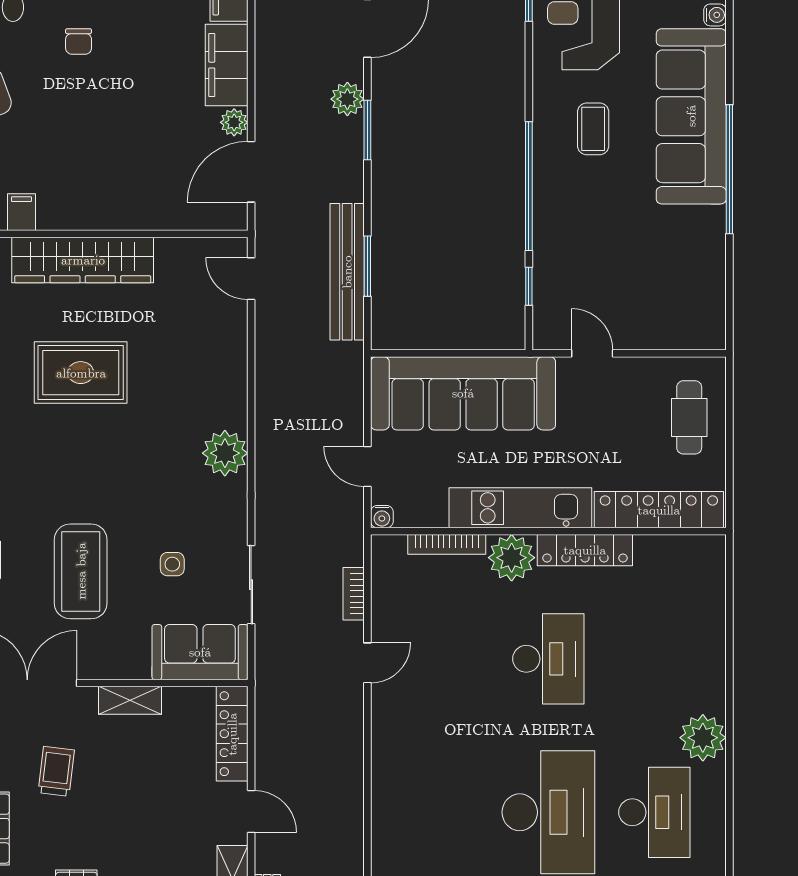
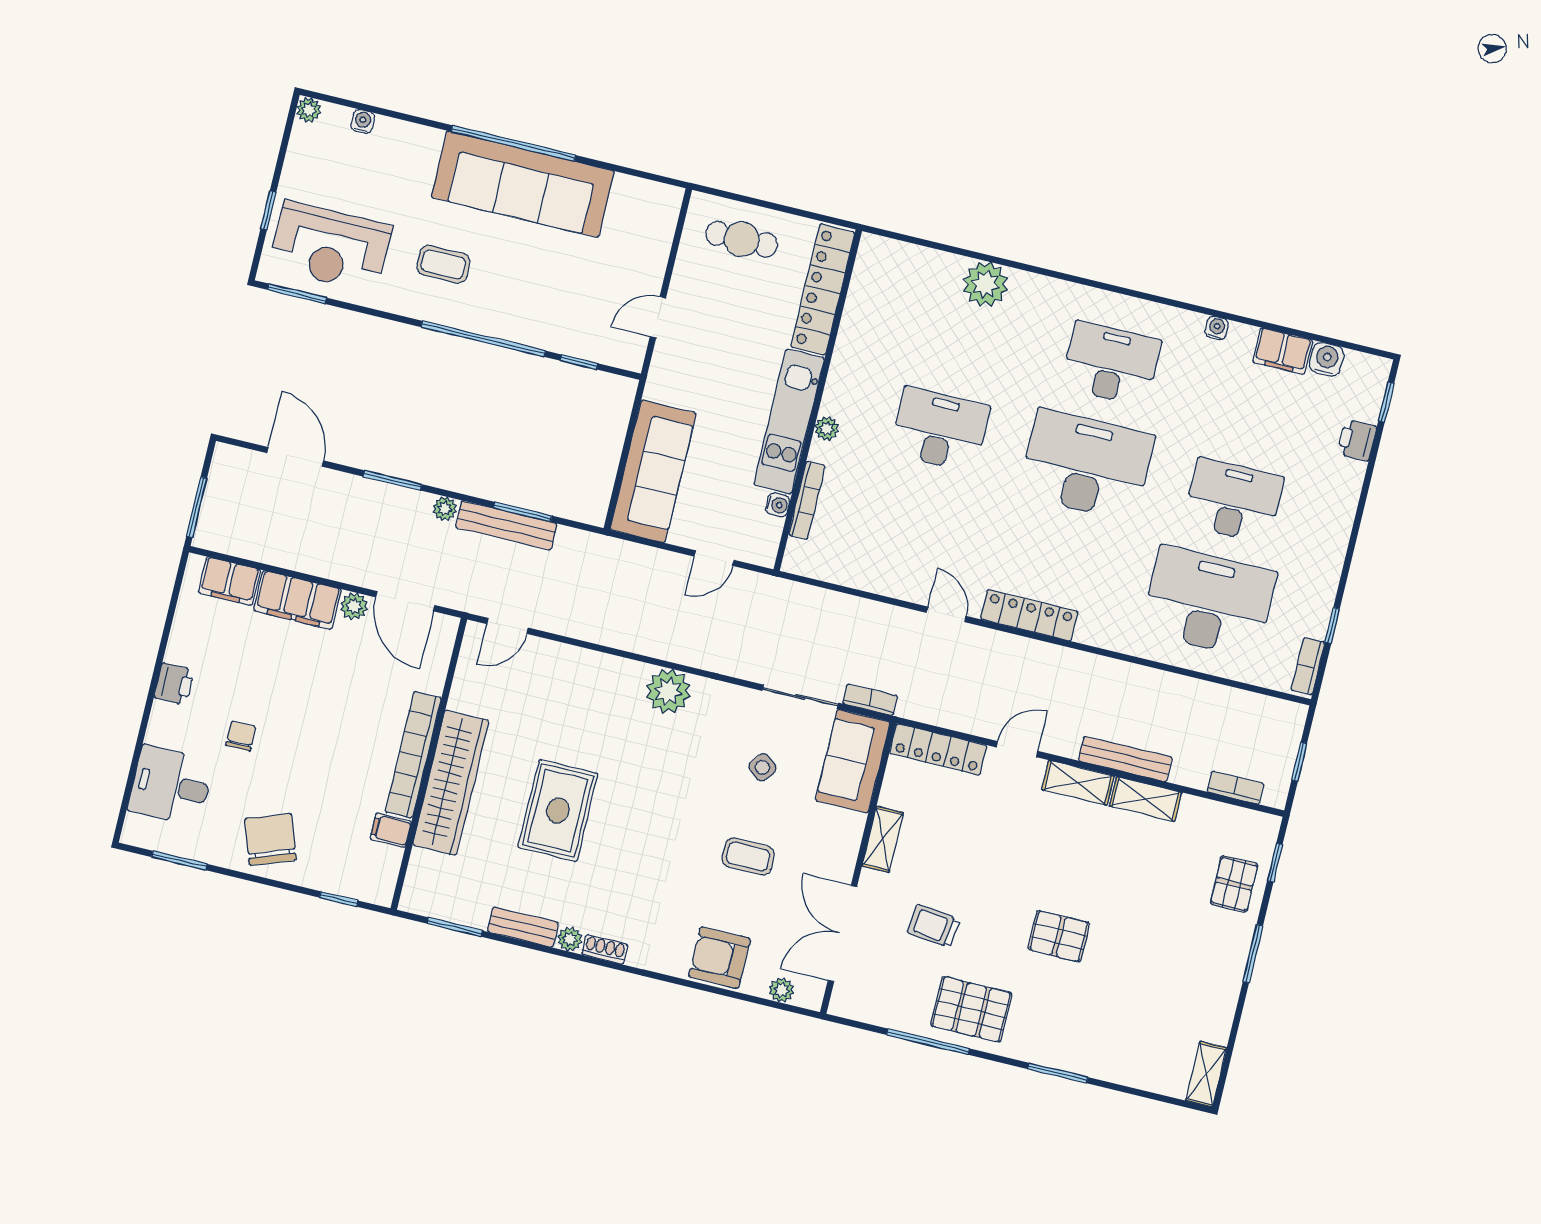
chair: (79, 41) -> (241, 736), turned -90
plant: (347, 99) -> (445, 509), moved, width x0.73, depth x0.73
sofa: (691, 116) -> (523, 184), moved
bookcase: (101, 216) -> (413, 755), added
bench: (347, 272) -> (506, 525), width x0.73, depth x0.82
sofa: (463, 393) -> (653, 471), width x0.74, depth x0.79
water cooler: (382, 517) -> (778, 505), moved
locker: (585, 550) -> (1029, 615), moved, turned -90
plant: (512, 558) -> (827, 429), width x0.53, depth x0.53
side table: (172, 564) -> (762, 767), turned 38
coffee table: (81, 571) -> (748, 857), width x0.54, depth x0.58
bookcase: (354, 594) -> (870, 700), moved, turned 180
door: (367, 663) -> (946, 614), moved
plant: (703, 738) -> (985, 284), moved

